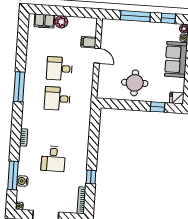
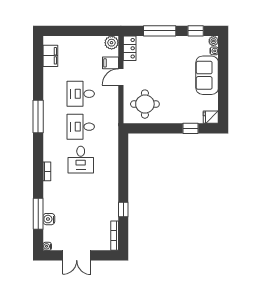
filing cabinet: (44, 21) -> (50, 56), moved, turned -90
plant: (61, 22) -> (112, 43), moved
locker: (107, 30) -> (130, 48), added
door: (97, 56) -> (121, 77), swing flipped
round table: (135, 83) -> (145, 104), moved
desk: (53, 159) -> (81, 160), moved

